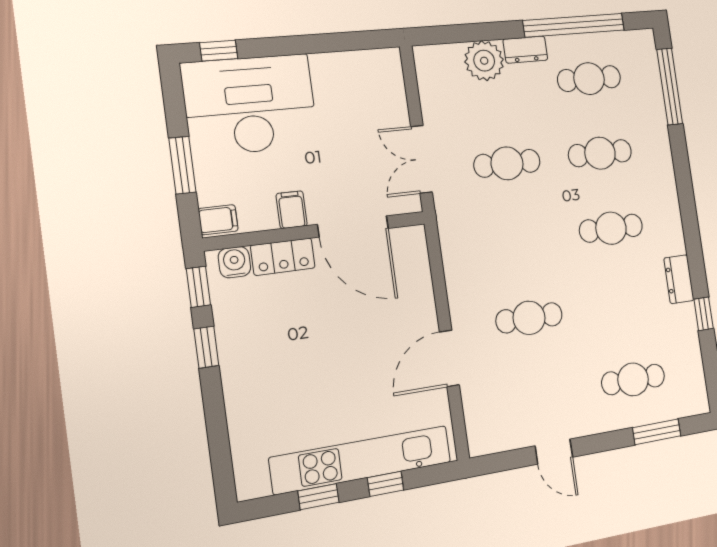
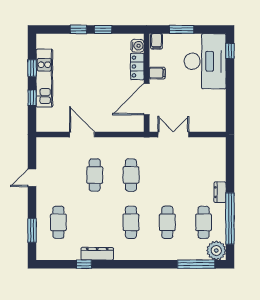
plant: (484, 61) -> (216, 250), moved
cafe table: (507, 163) -> (131, 175), moved
dresser: (679, 279) -> (97, 254), width x1.44
window: (198, 287) -> (78, 29), moved
kitchen unit: (361, 460) -> (44, 78), width x0.73

